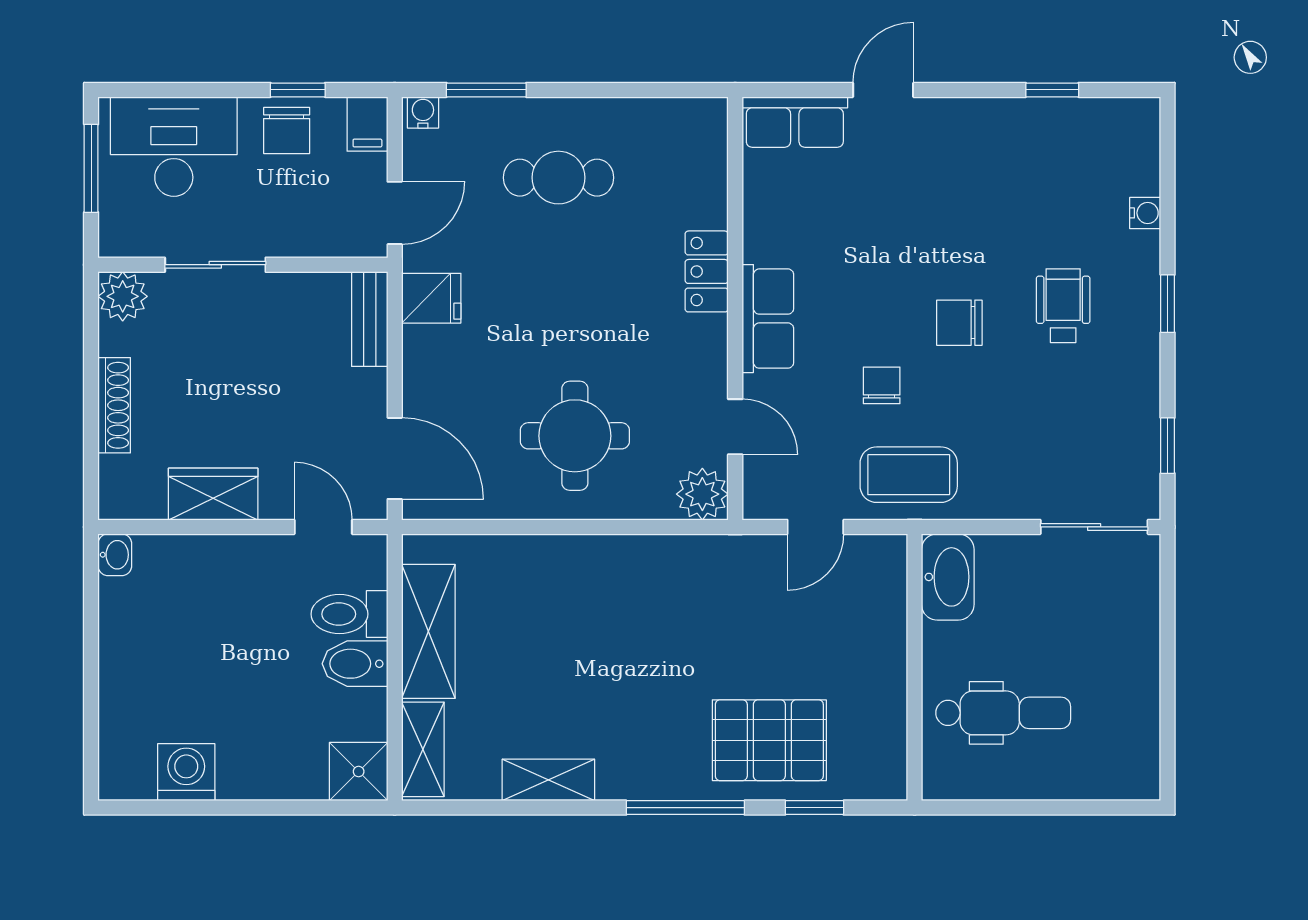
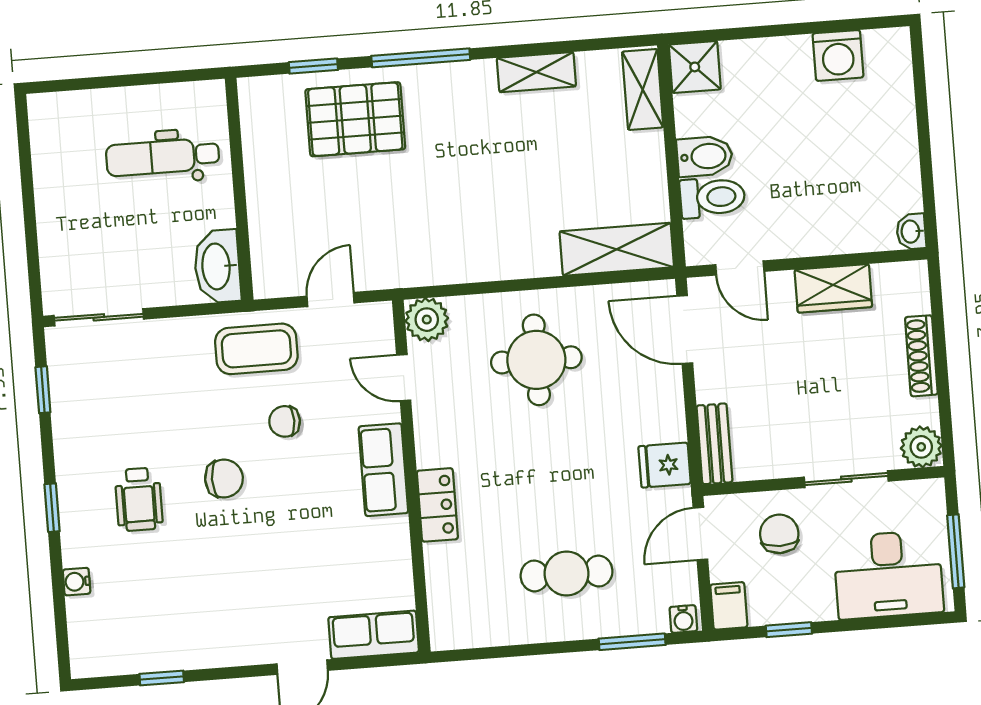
chair: (287, 131) -> (779, 534), moved
chair: (882, 385) -> (285, 421), turned 90
shelving: (428, 631) -> (617, 249), moved, turned 90

